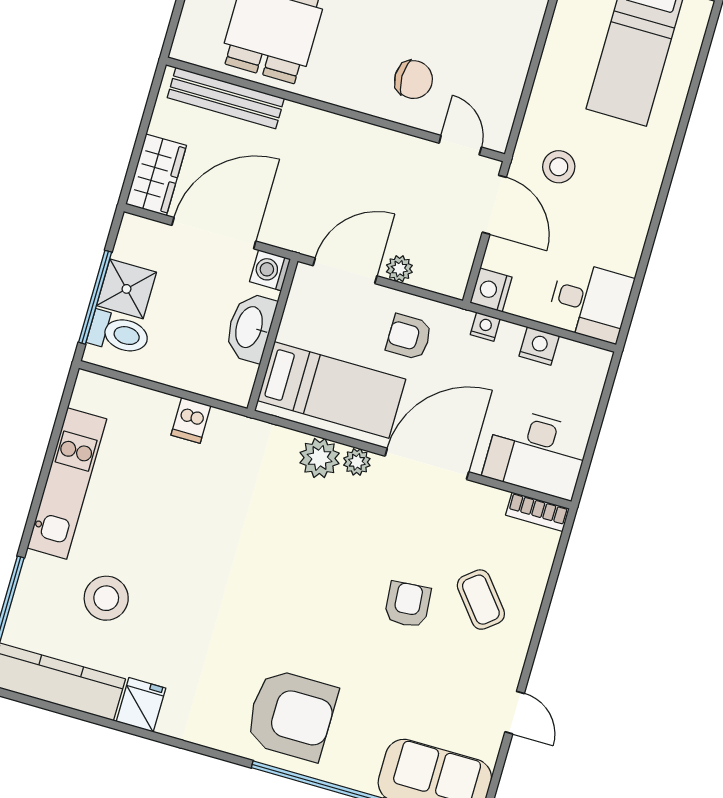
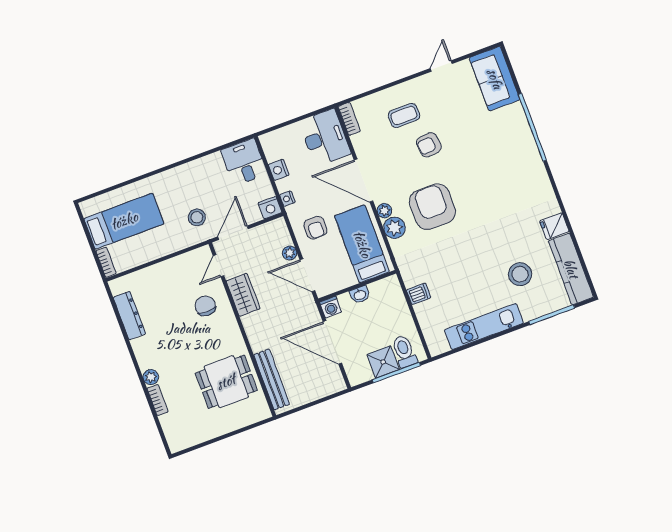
wardrobe: (156, 175) -> (243, 295), moved, turned 90
washbasin: (250, 327) -> (360, 295), width x0.52, depth x0.69
coffee table: (481, 600) -> (404, 115), turned 39
armchair: (291, 715) -> (432, 207), moved

